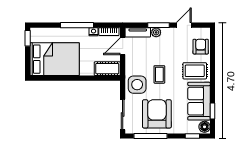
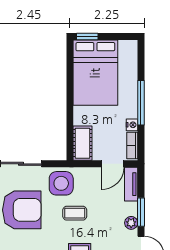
plant: (156, 32) -> (131, 223), moved
window: (28, 38) -> (87, 36), moved
door: (123, 46) -> (113, 164), swing flipped

